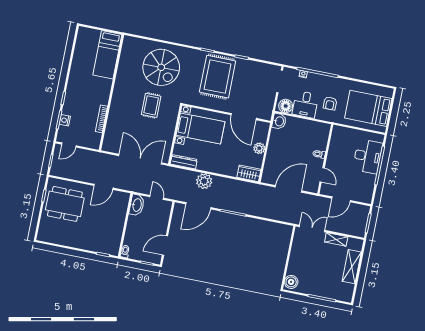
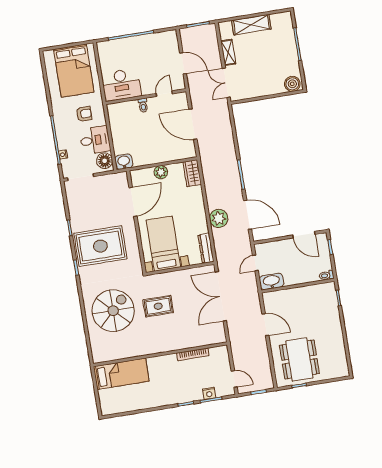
desk: (368, 156) -> (121, 85), moved, turned 180

